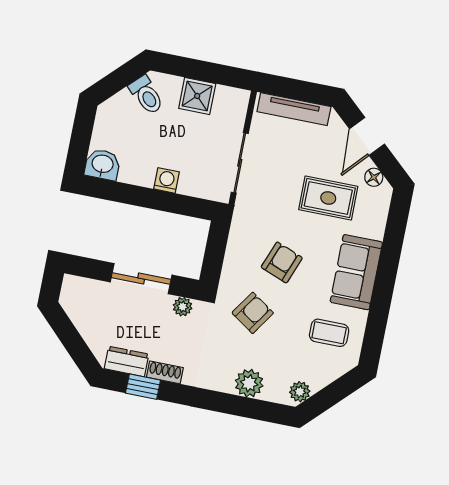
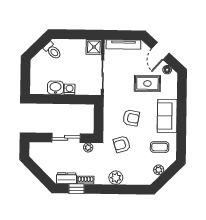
shower: (197, 96) -> (94, 47), moved
washbasin: (102, 165) -> (55, 88), moved
armchair: (282, 262) -> (131, 118), turned 79
armchair: (253, 313) -> (122, 144), turned -141
plant: (249, 383) -> (116, 178), moved
plant: (300, 392) -> (159, 170), moved

